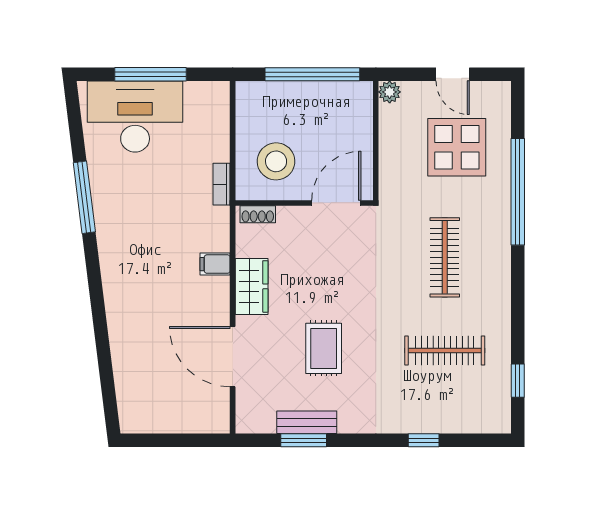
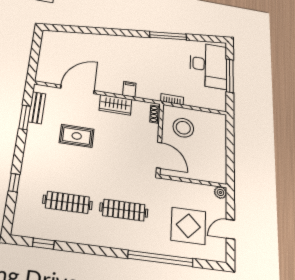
window: (312, 74) -> (230, 153), removed
clothes rail: (445, 351) -> (68, 202), turned 90
bench: (307, 422) -> (37, 108), moved

